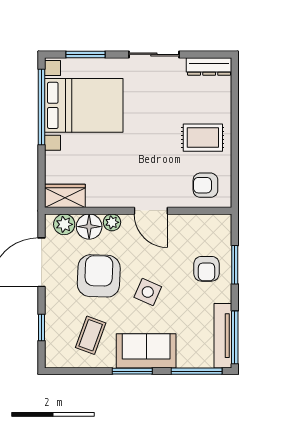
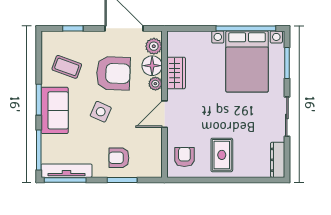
wardrobe: (65, 196) -> (176, 73), moved

